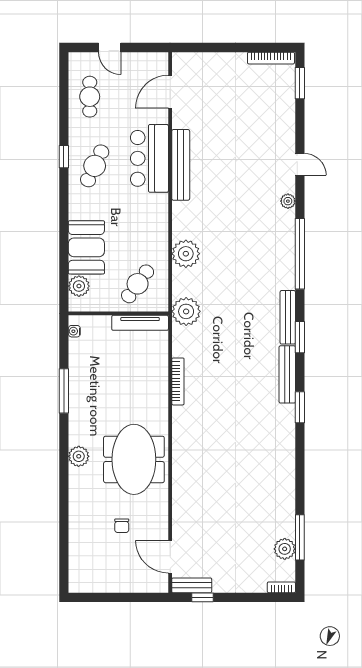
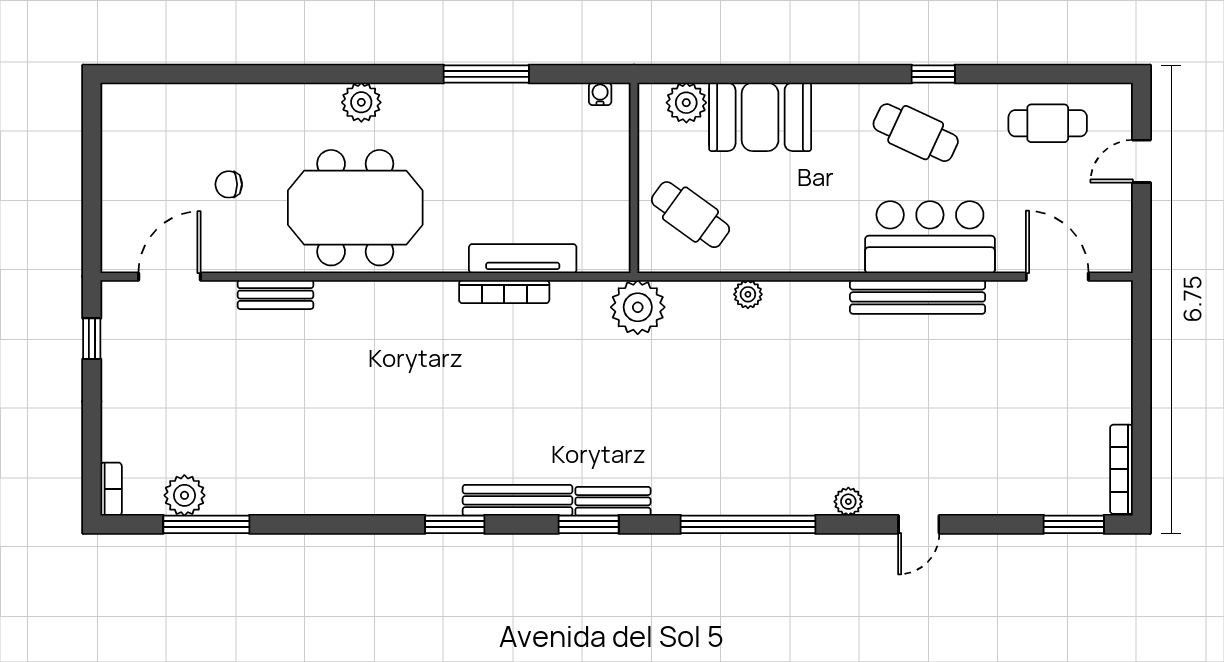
plant: (186, 254) -> (748, 294), width x0.53, depth x0.53
bench: (288, 317) -> (613, 501), width x0.73
tv unit: (140, 323) -> (523, 259), moved, turned 90
bench: (192, 585) -> (275, 295), moved, turned 90

